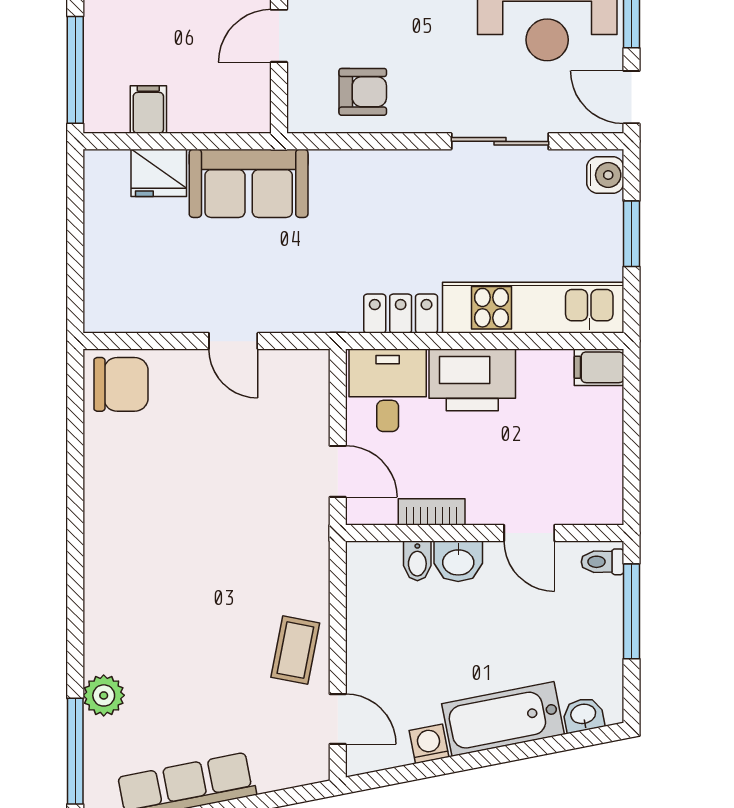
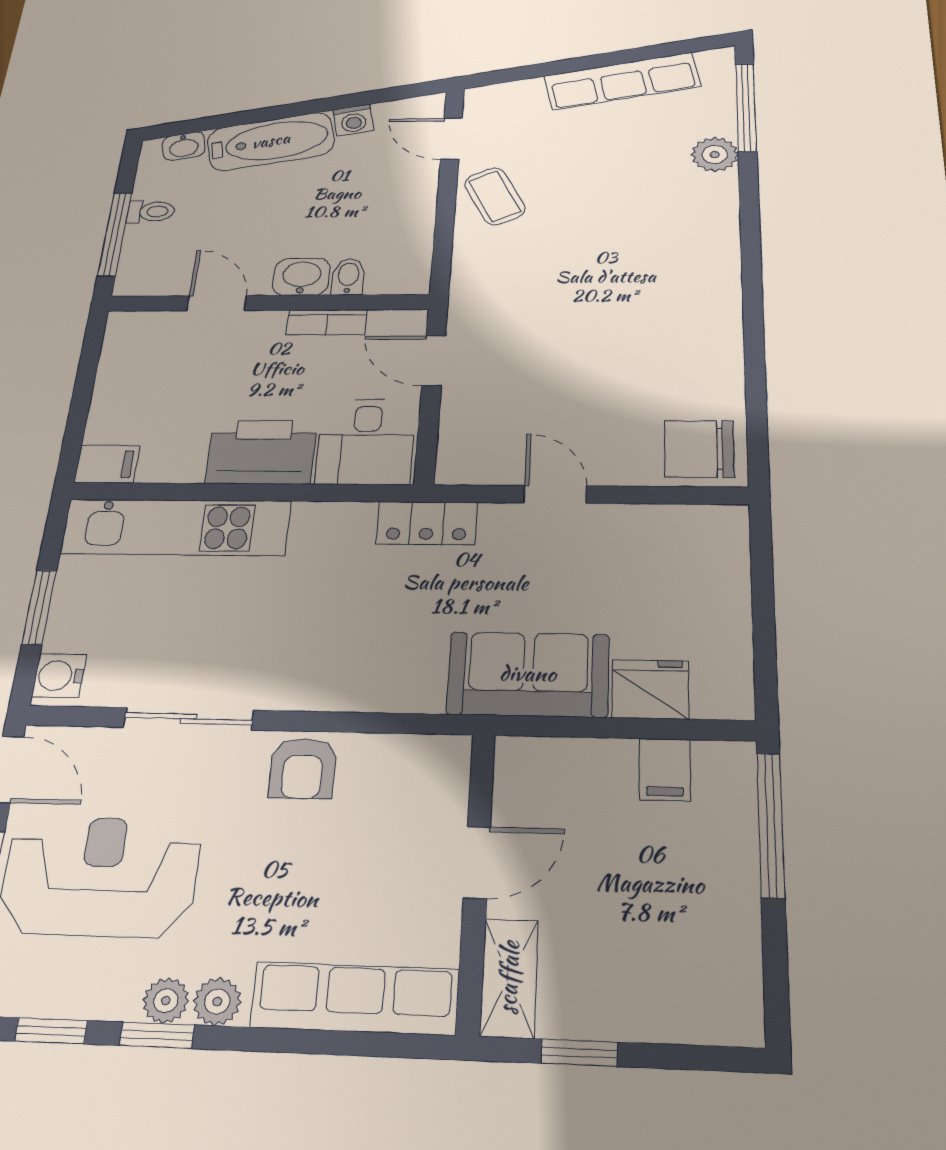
armchair: (363, 92) -> (303, 768), moved, turned -90
locker: (401, 314) -> (427, 523), moved
toilet: (602, 562) -> (151, 212), moved
coffee table: (295, 650) -> (495, 196), turned -37

